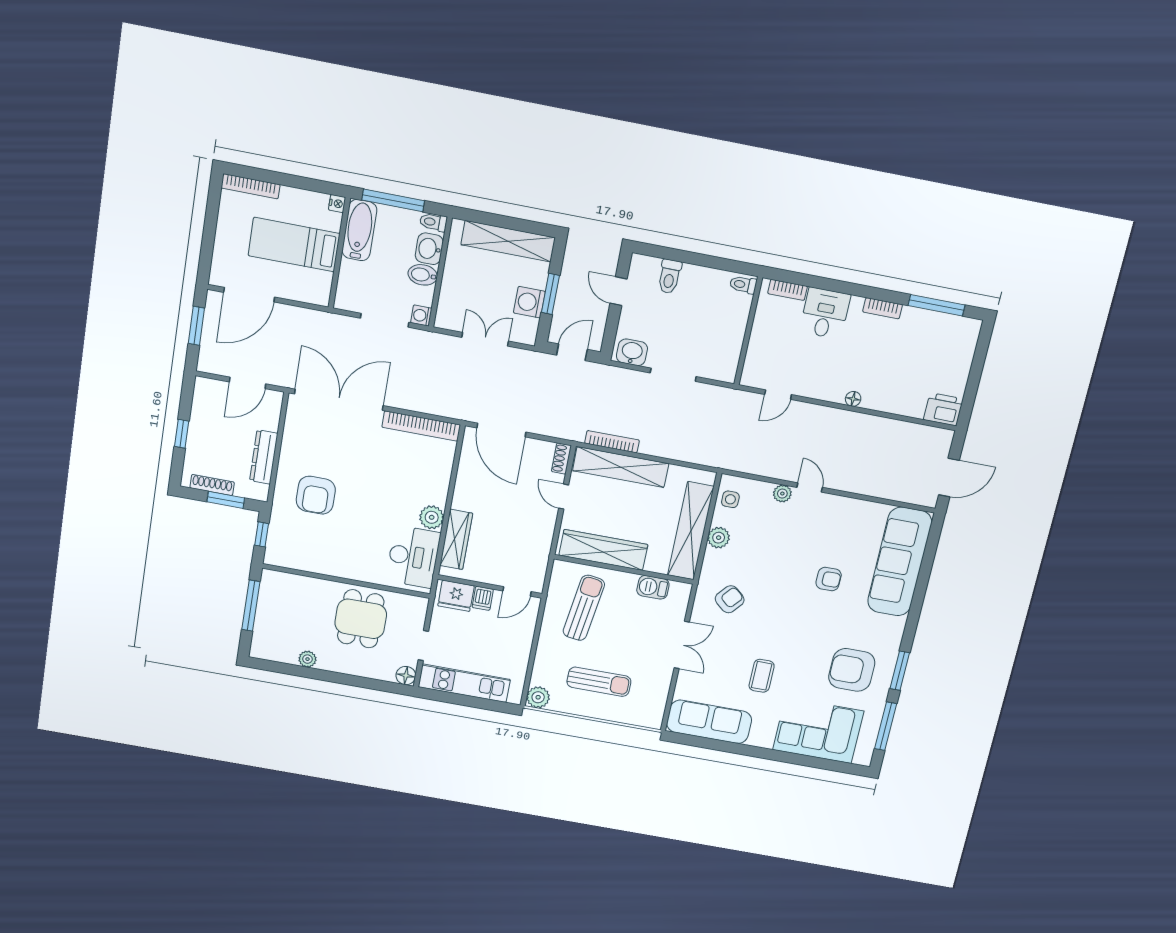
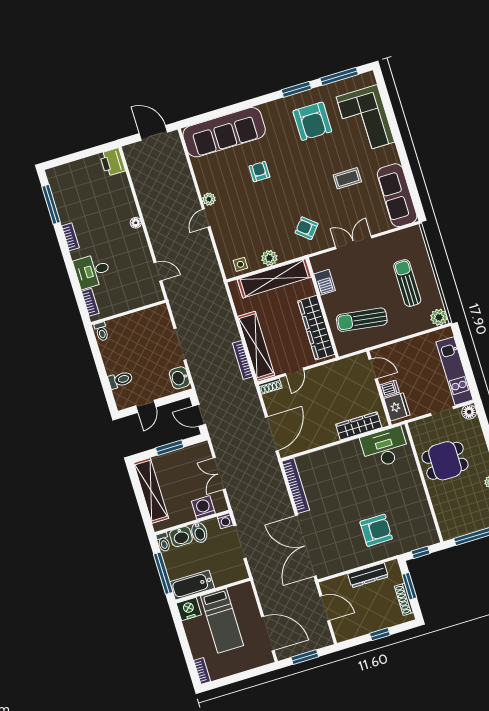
bookcase: (251, 186) -> (202, 671), width x0.64
nightstand: (337, 204) -> (189, 609), width x1.89, depth x1.79
washing machine: (529, 302) -> (203, 507), moved, turned 180
plant: (782, 494) -> (209, 199), moved
plant: (432, 517) -> (352, 449), removed

